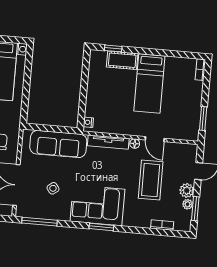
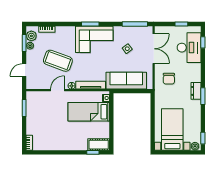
cot: (122, 60) -> (99, 145), moved
bed: (149, 83) -> (89, 112), moved, turned -90
door: (155, 139) -> (58, 90), hinge flipped
coffee table: (151, 180) -> (58, 61), turned -70
plant: (187, 190) -> (31, 36), moved

